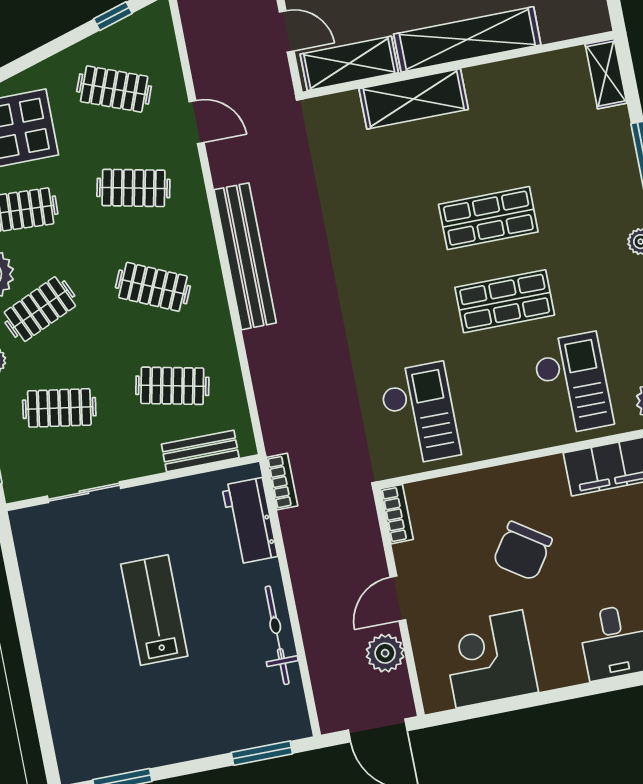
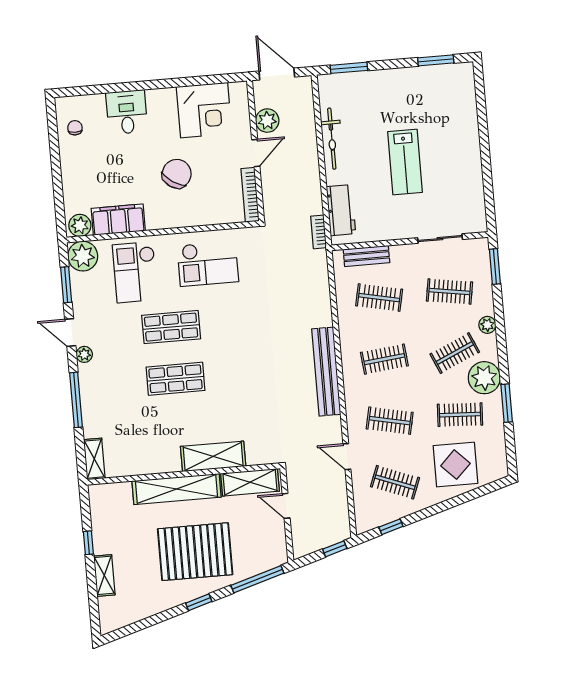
clothes rail: (153, 287) -> (384, 359), turned -30
checkout: (420, 414) -> (208, 264), moved, turned -90
bookcase: (397, 514) -> (250, 195), width x1.56

